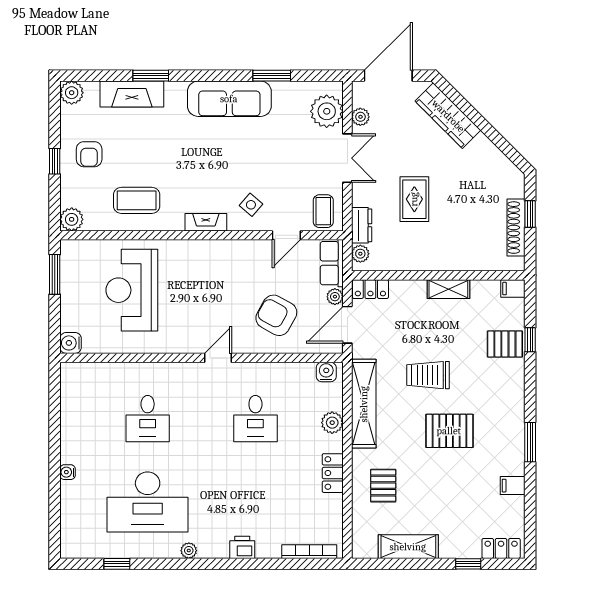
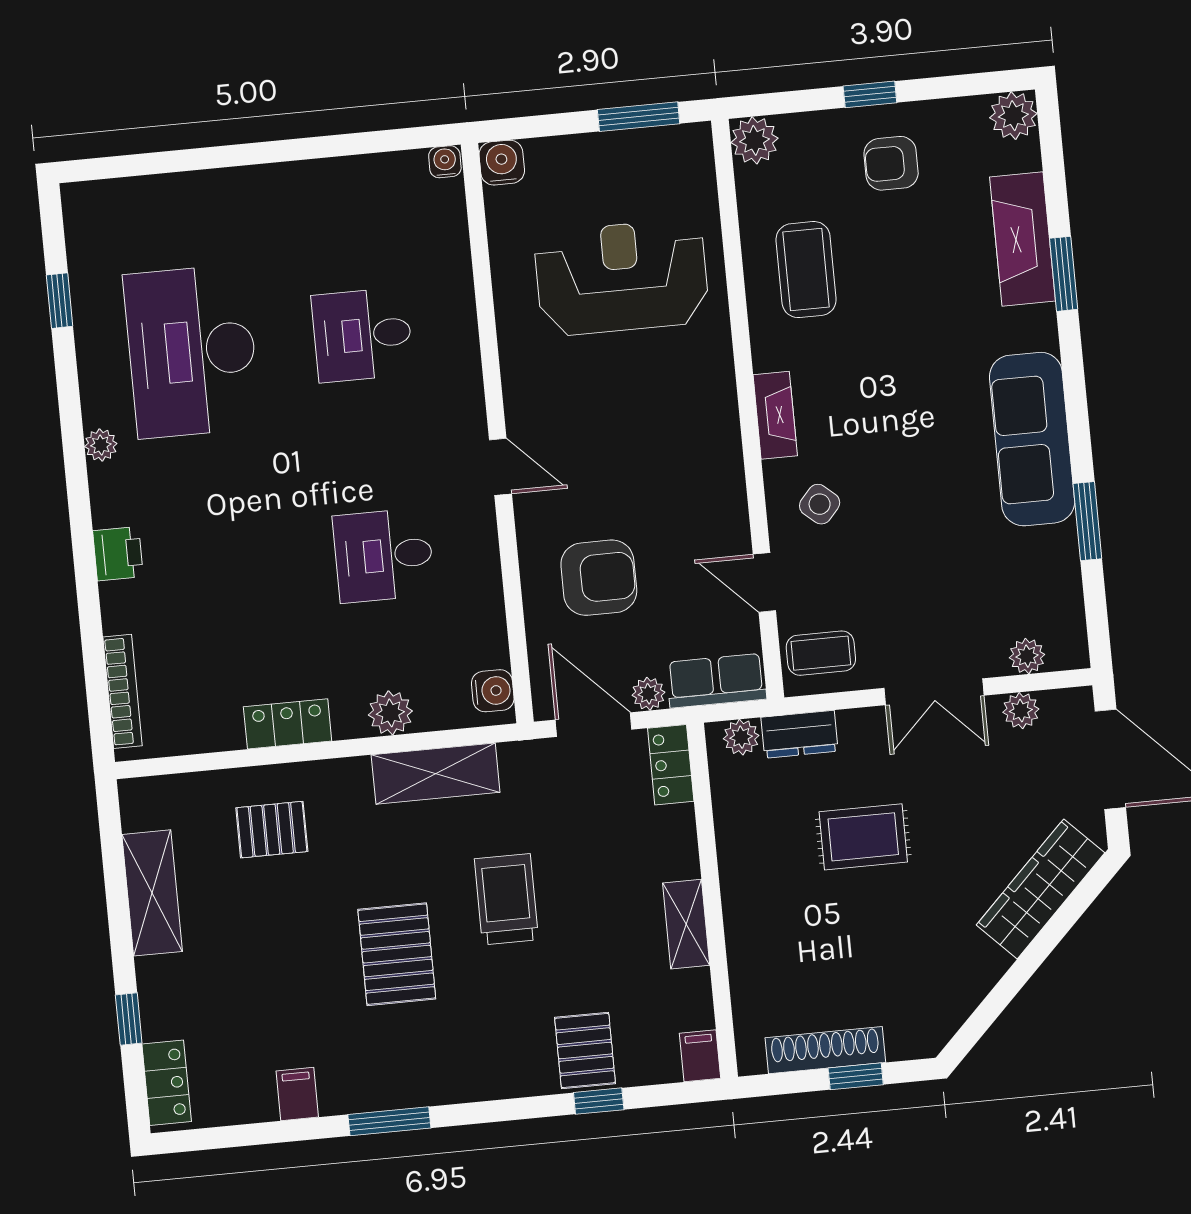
plant: (327, 111) -> (1027, 656), width x0.53, depth x0.53
armchair: (276, 315) -> (599, 578), turned 61
shelving: (364, 404) -> (436, 774), width x0.68
water cooler: (68, 472) -> (445, 162), moved

